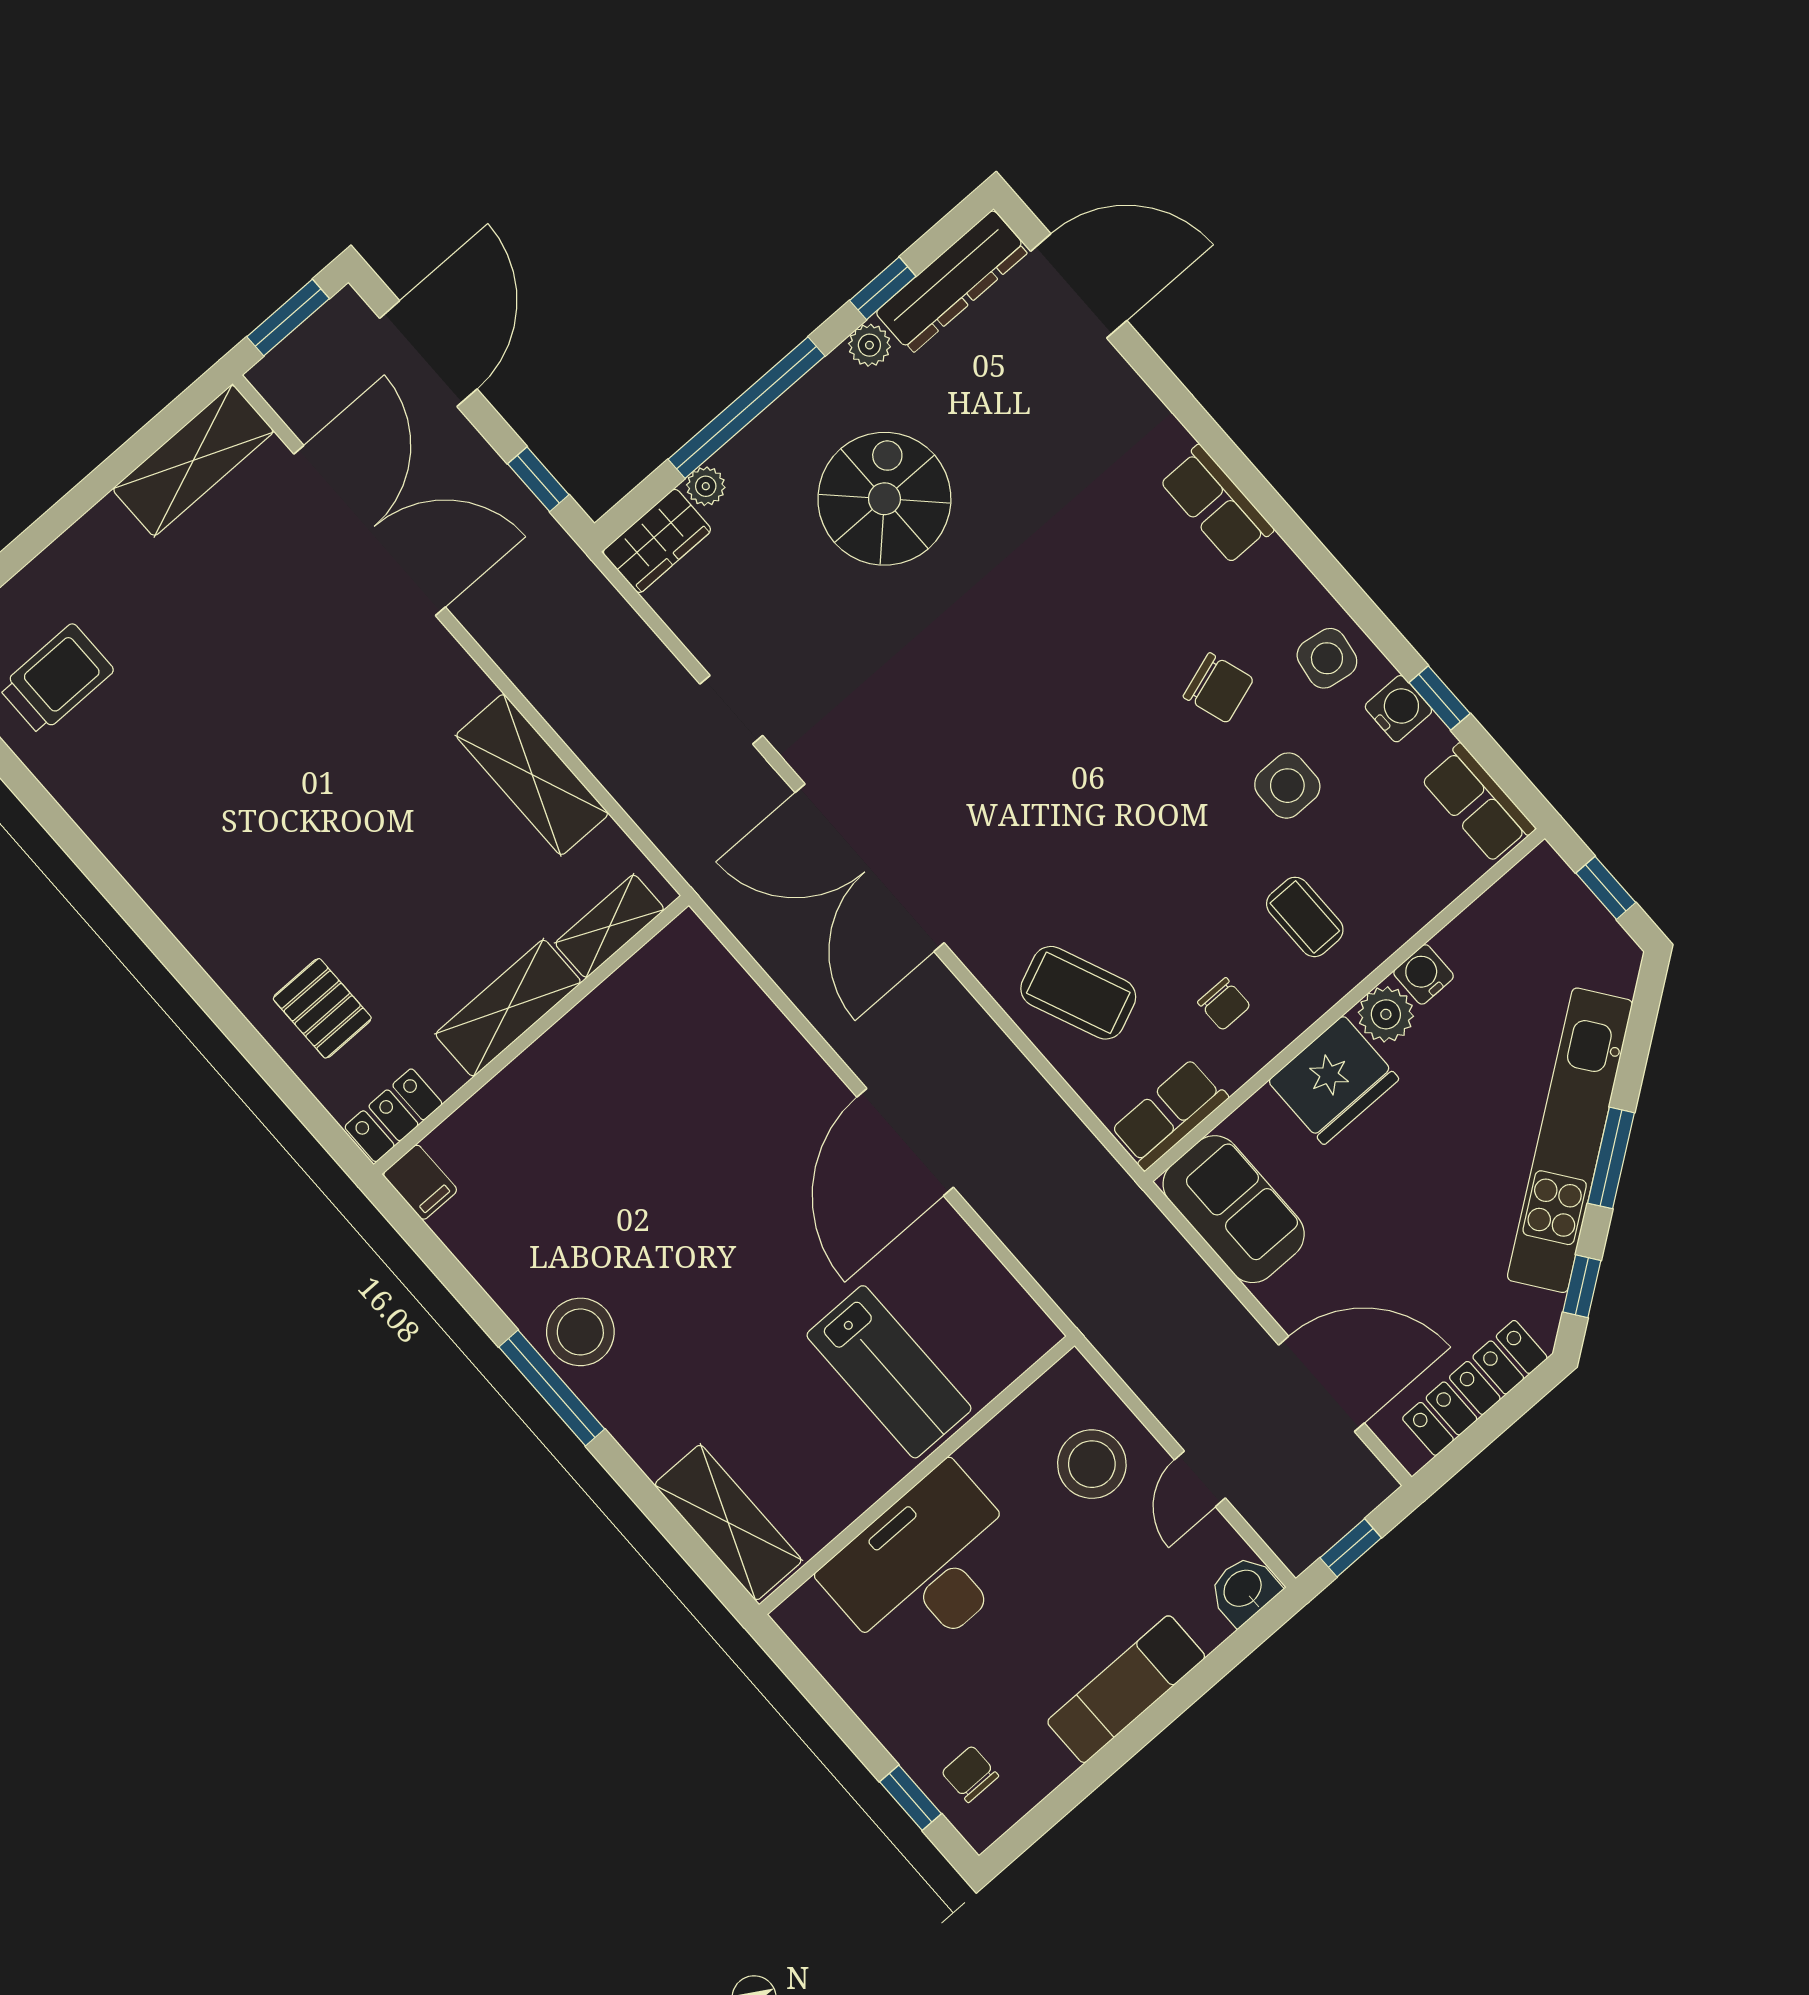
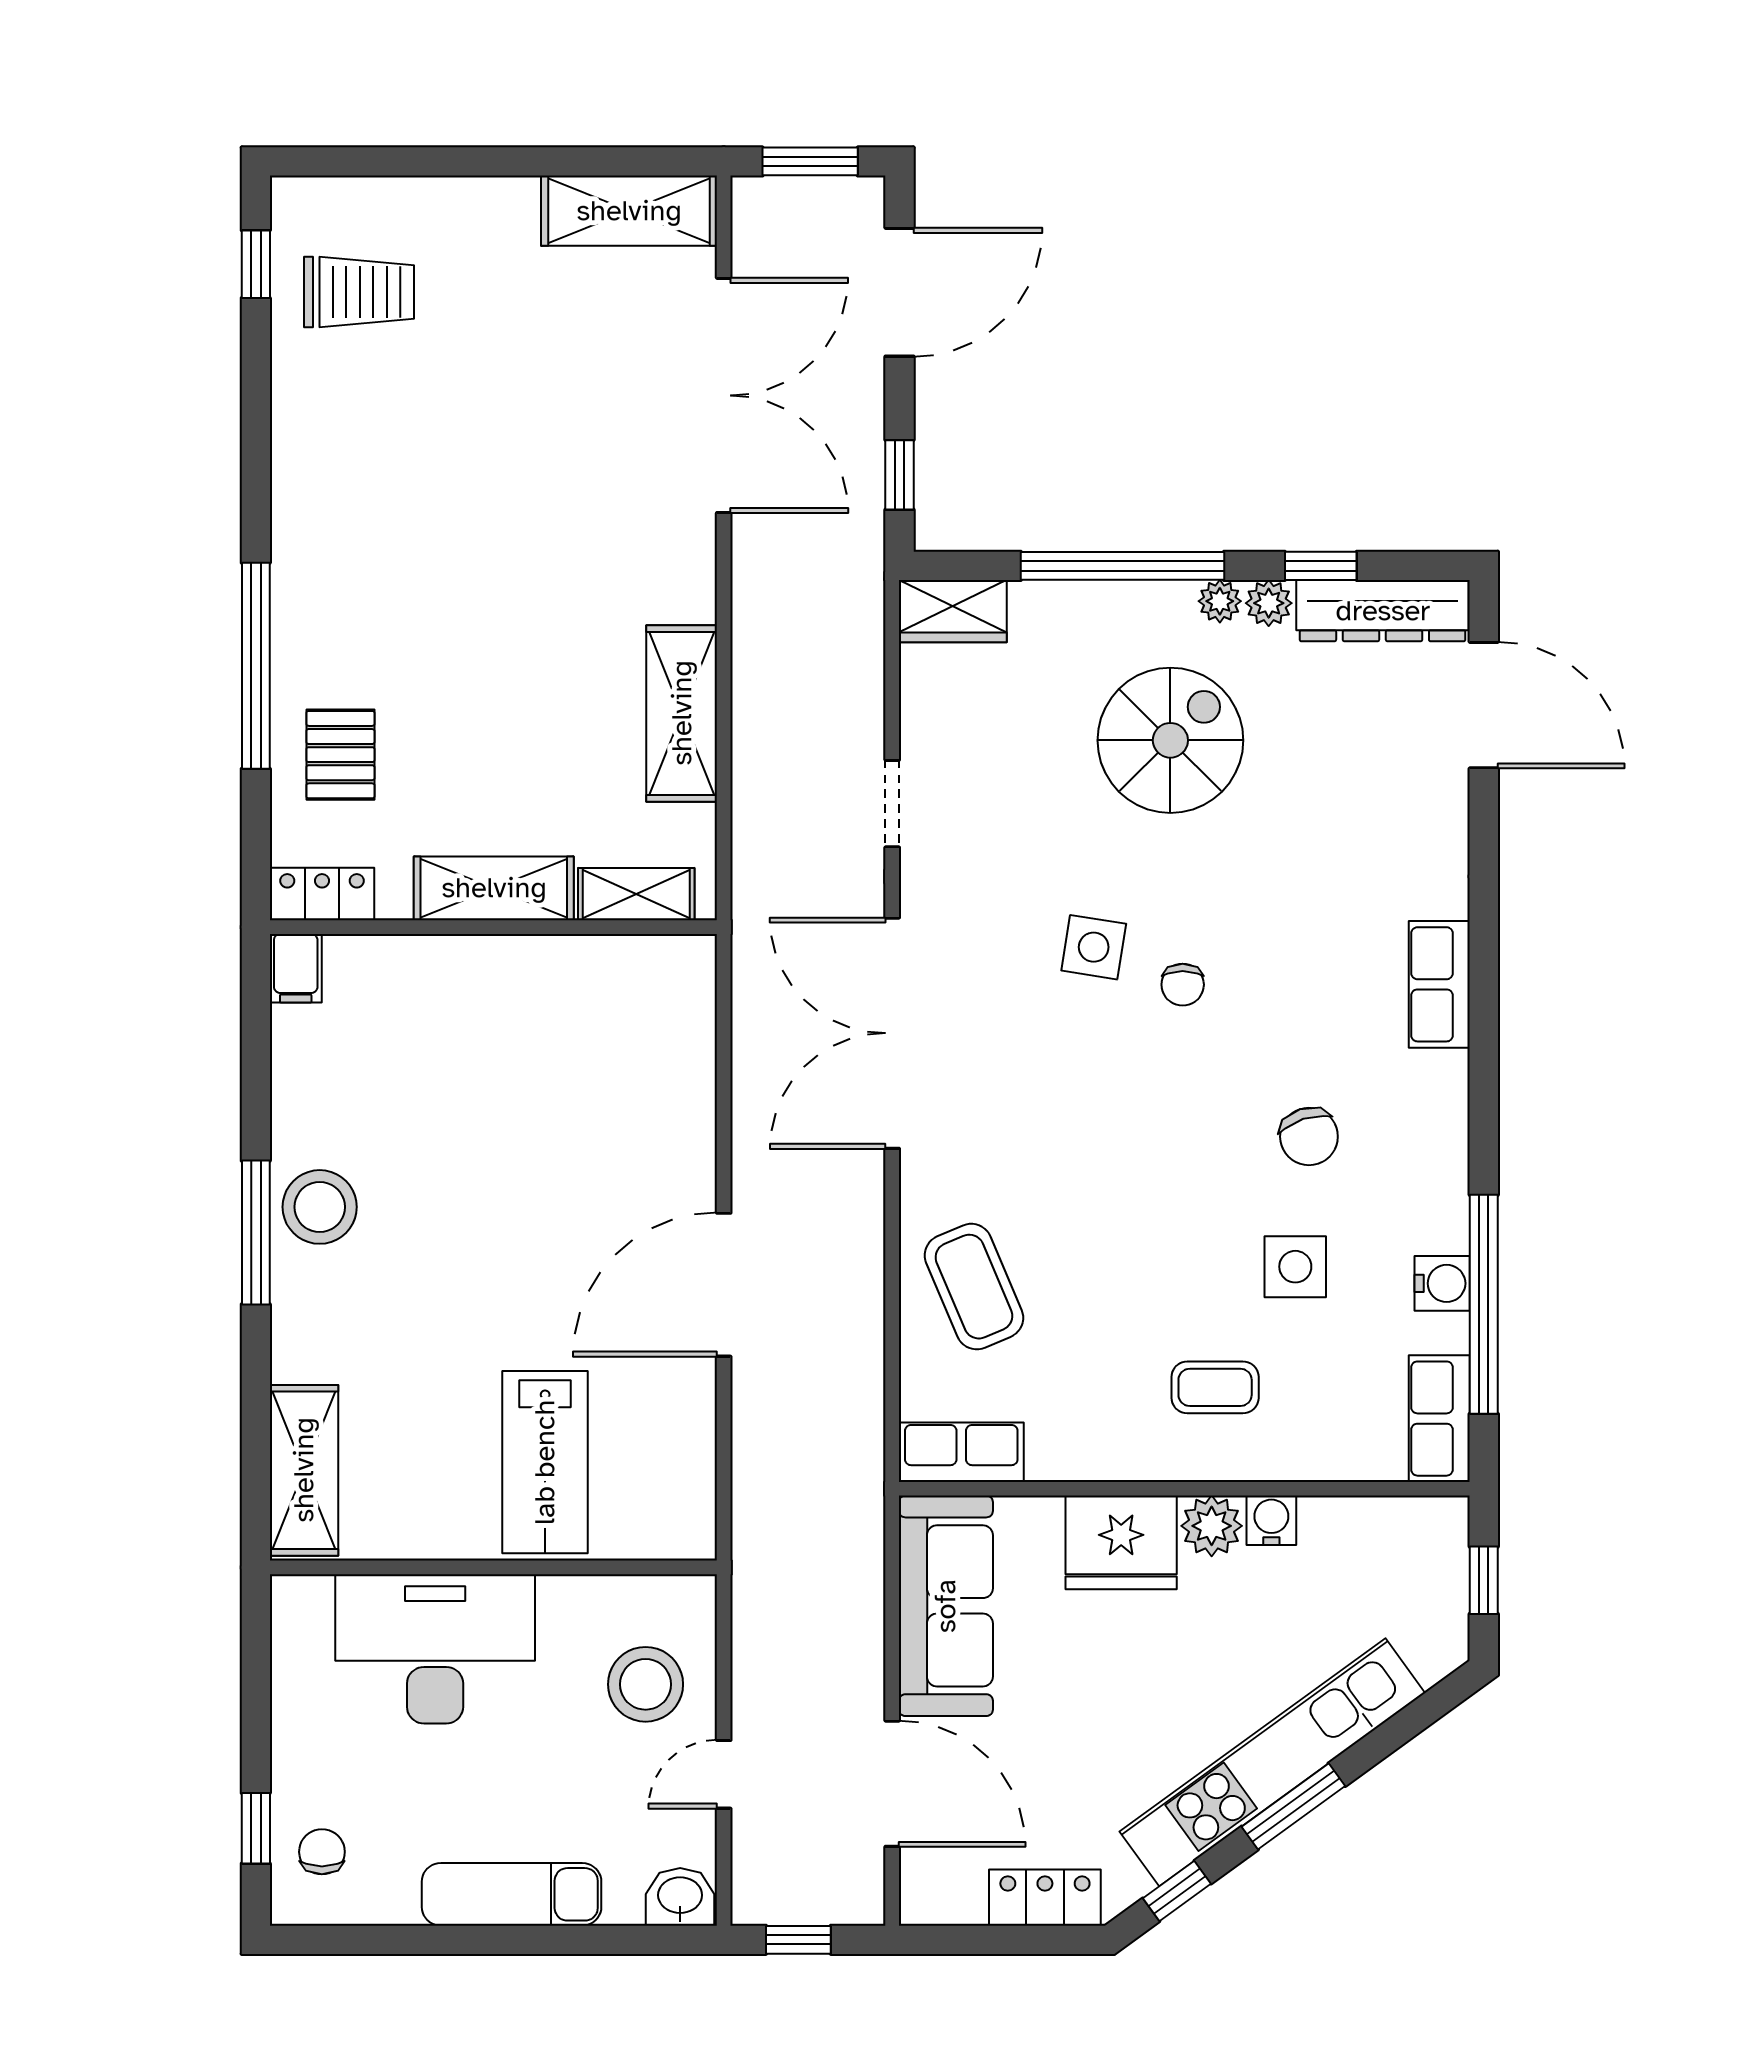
plant: (706, 486) -> (1220, 601), moved
side table: (1327, 658) -> (1094, 947), moved
window: (1440, 698) -> (1484, 1304), width x3.17
coffee table: (1305, 917) -> (1215, 1387), turned 90
window: (211, 998) -> (256, 666), added
chair: (1224, 1004) -> (1183, 985), moved
sofa: (1234, 1209) -> (946, 1606), width x1.36
locker: (1475, 1388) -> (1045, 1898), width x0.66

